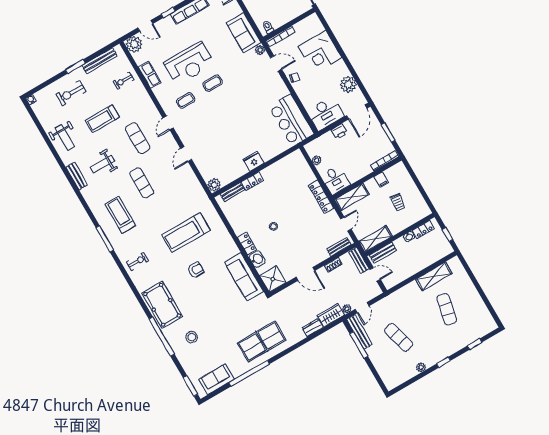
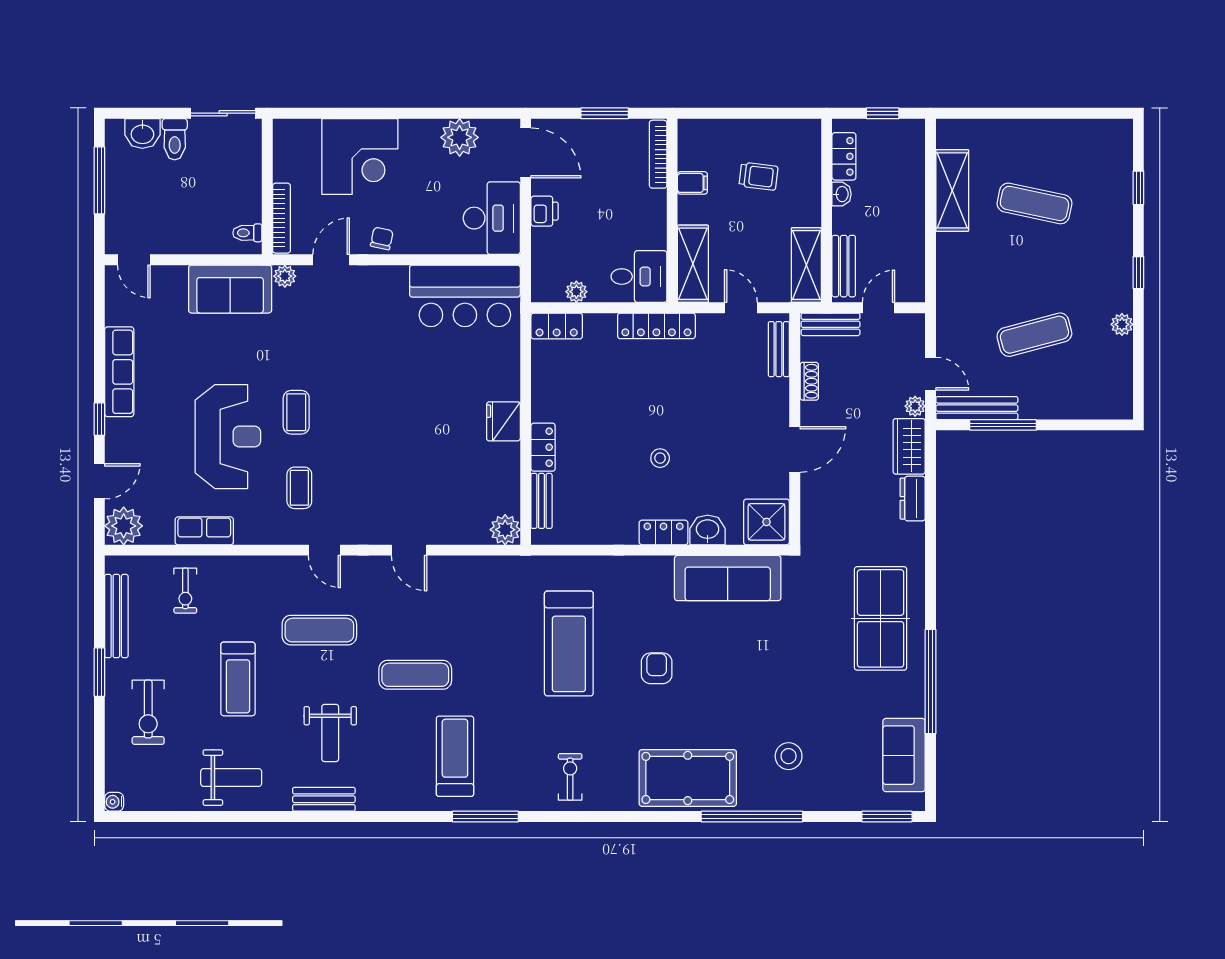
locker: (300, 160) -> (557, 326), added
treadmill: (120, 215) -> (455, 756), turned 90

